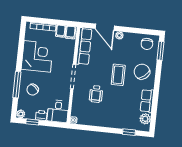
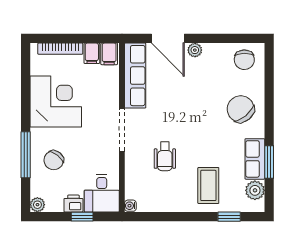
window: (160, 51) -> (269, 162), moved
coffee table: (118, 75) -> (208, 185), moved
window: (32, 122) -> (82, 217), moved

